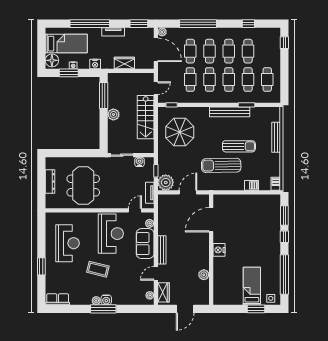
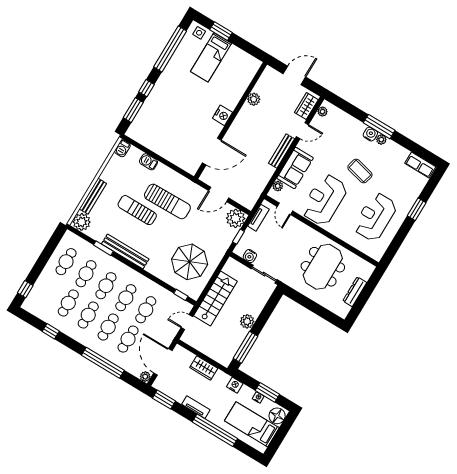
plant: (273, 114) -> (82, 222), added
door: (135, 210) -> (285, 209), hinge flipped

